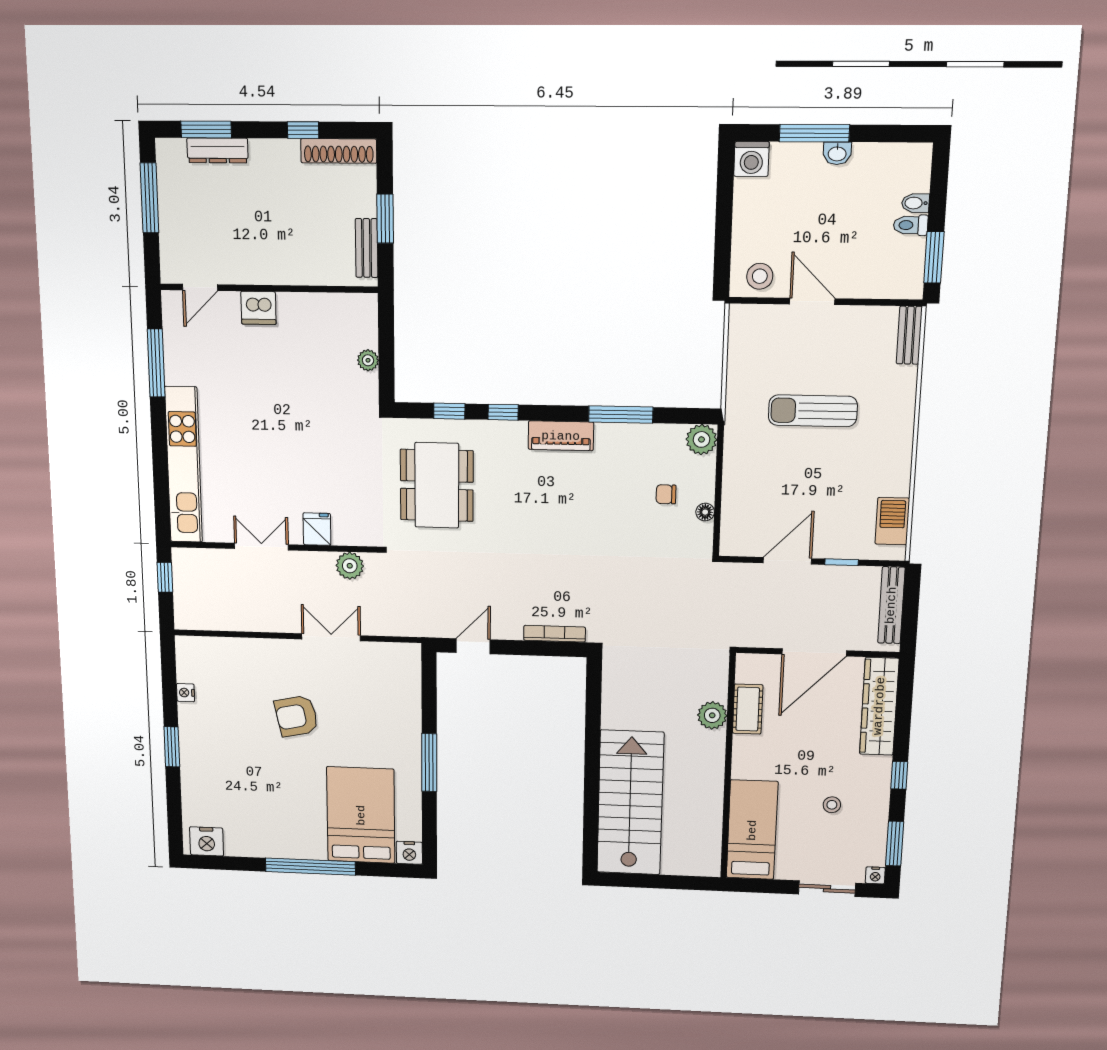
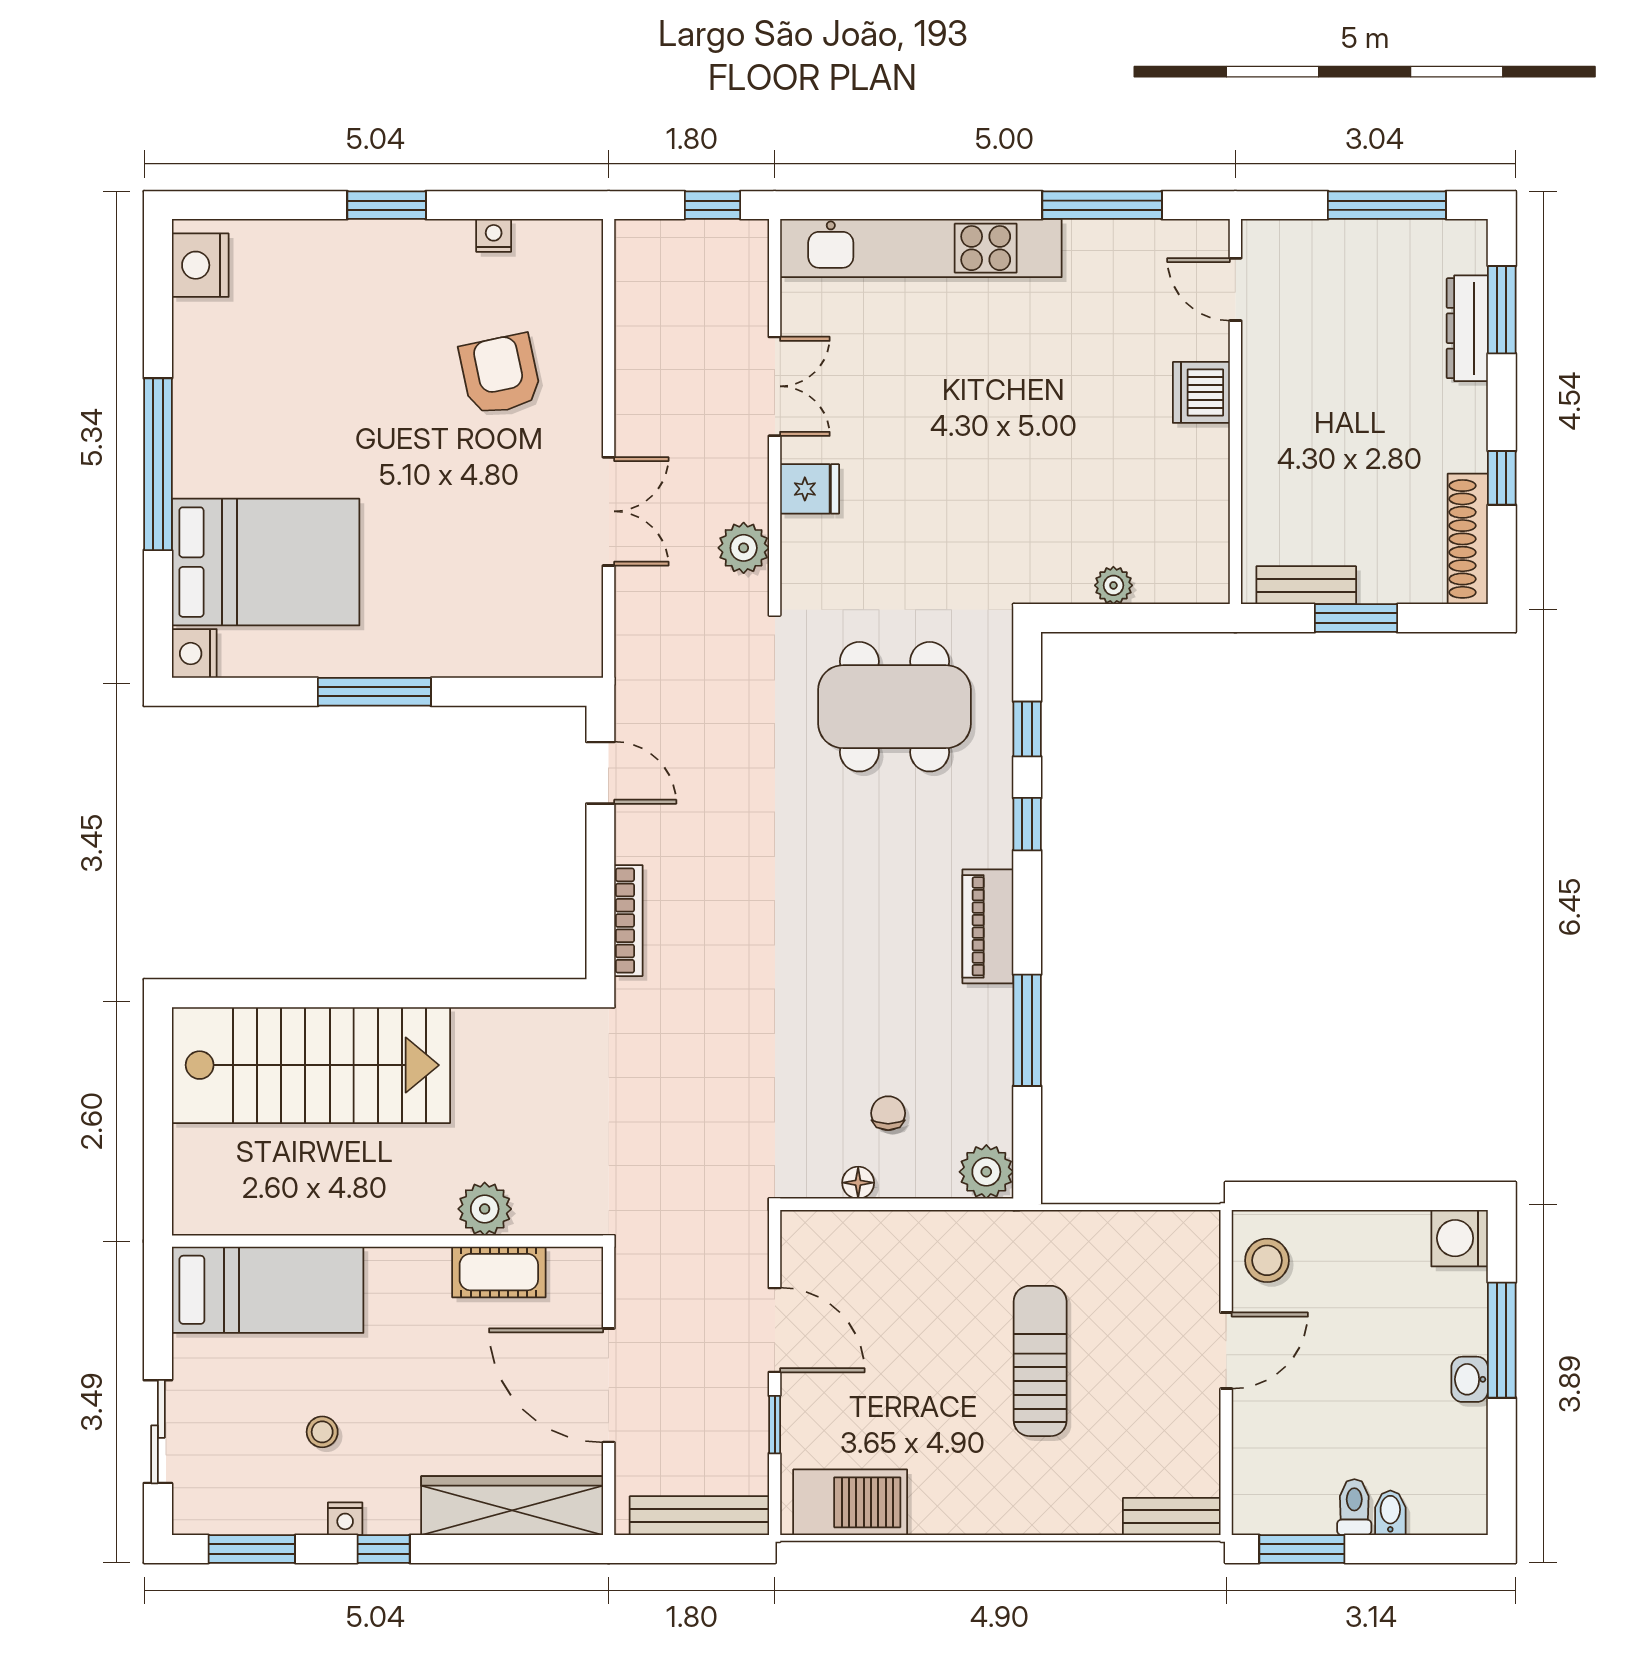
barbecue: (892, 521) -> (850, 1502), width x1.37, depth x1.21
armchair: (296, 716) -> (500, 374), moved
nightstand: (875, 875) -> (345, 1519), moved, turned -90

